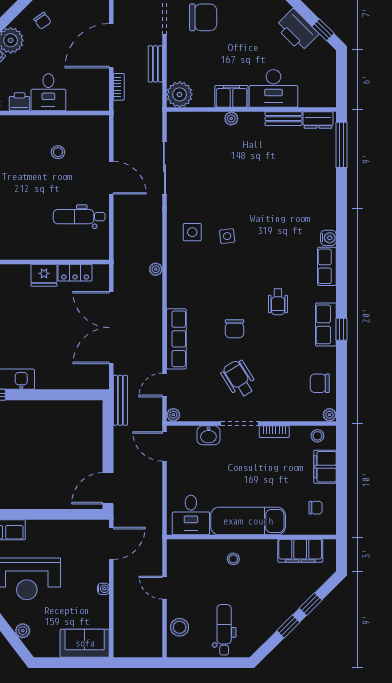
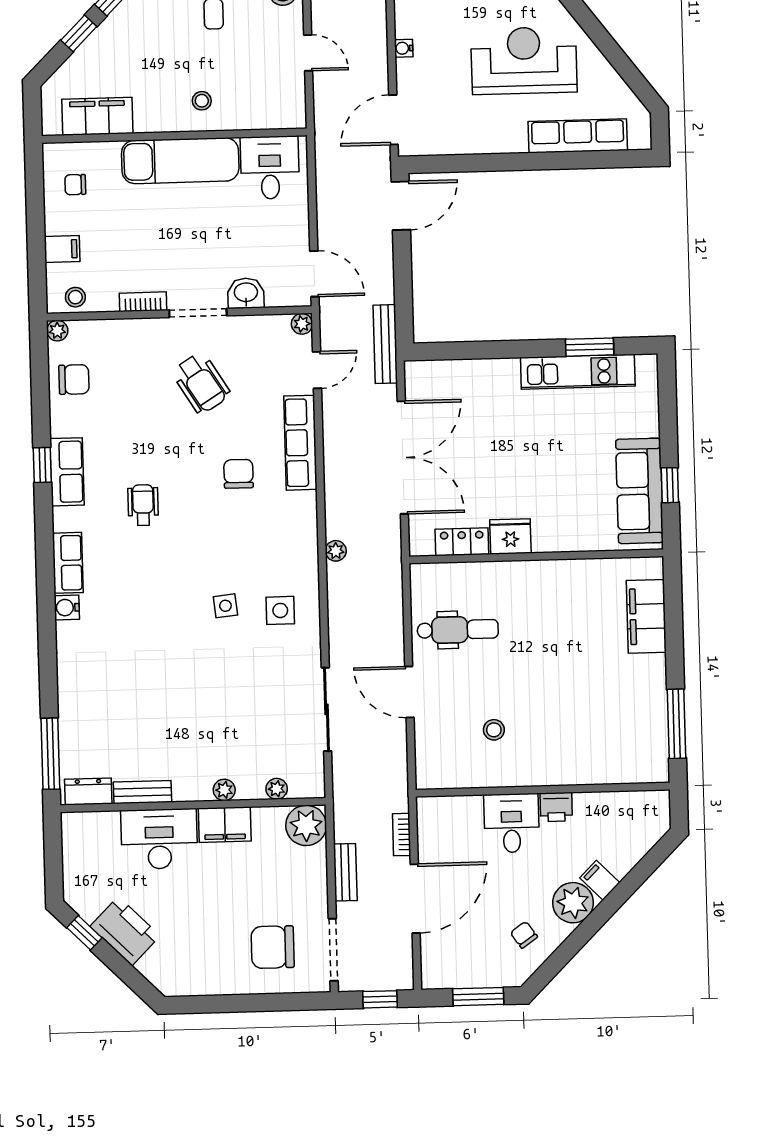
plant: (198, 118) -> (277, 789), added
chair: (235, 329) -> (239, 474), moved
filing cabinet: (325, 467) -> (62, 249), width x0.50

